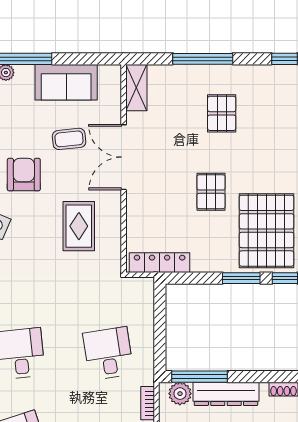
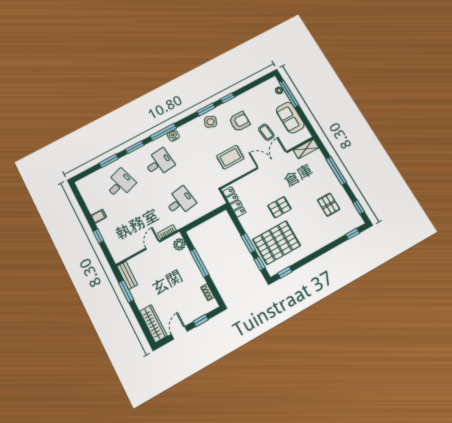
pallet: (222, 113) -> (329, 205), moved, turned 90
window: (199, 377) -> (199, 263), moved
dresser: (226, 394) -> (191, 266), removed

